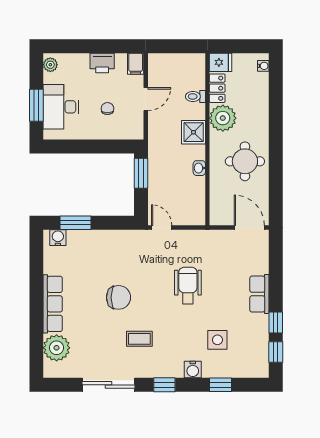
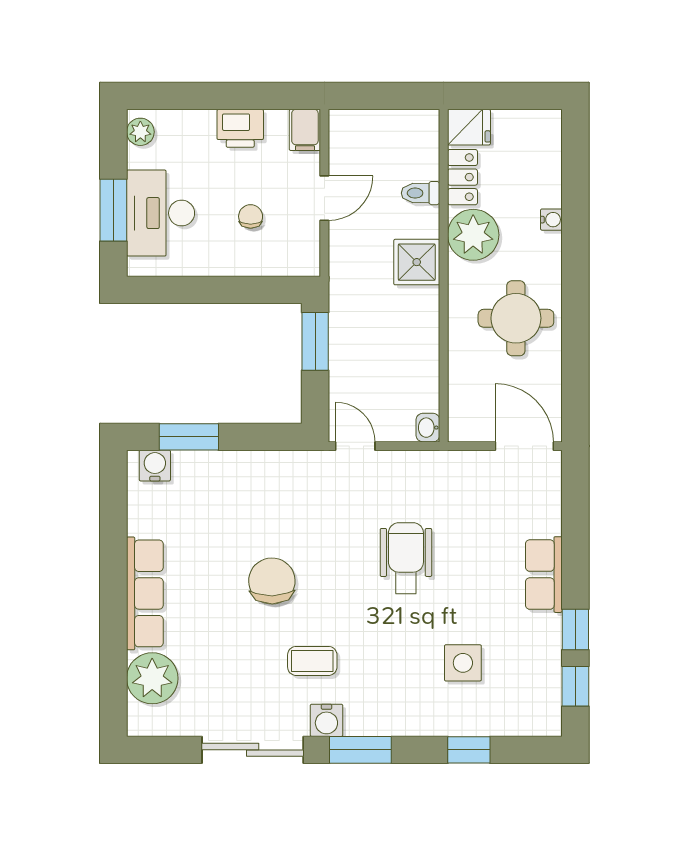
water cooler: (263, 66) -> (551, 220), moved
washbasin: (199, 168) -> (428, 428), moved
chair: (118, 297) -> (272, 581), turned -91
water cooler: (193, 370) -> (326, 720), moved
window: (164, 385) -> (360, 750), width x1.50

